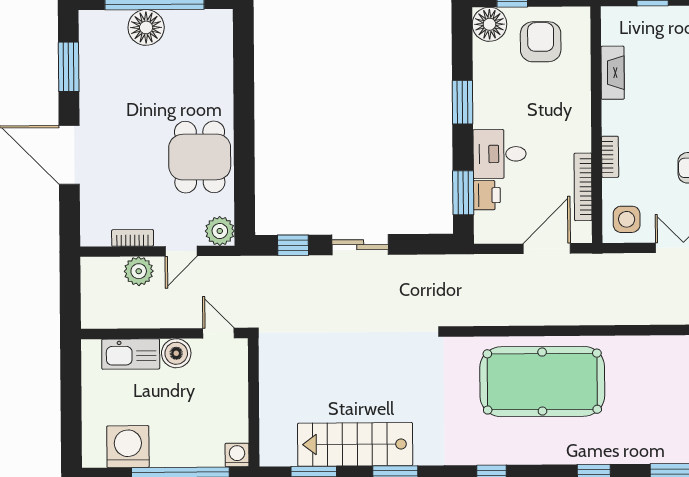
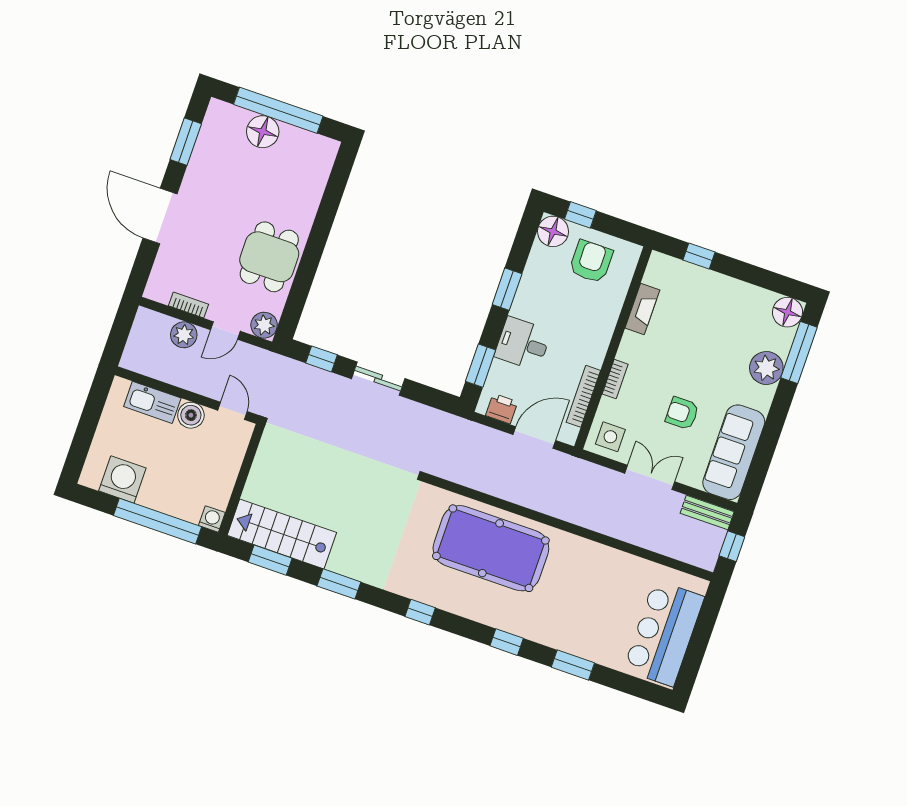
printer: (487, 195) -> (502, 409), moved, turned -90
stairs: (355, 444) -> (282, 534), moved

